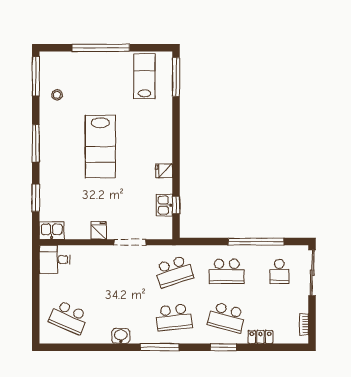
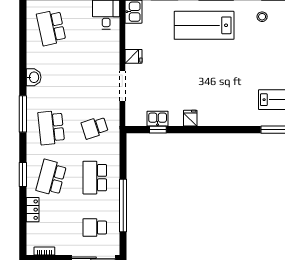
lab bench: (100, 147) -> (204, 25), moved
school desk: (174, 271) -> (95, 128), width x0.54
school desk: (68, 317) -> (51, 28), turned -36

